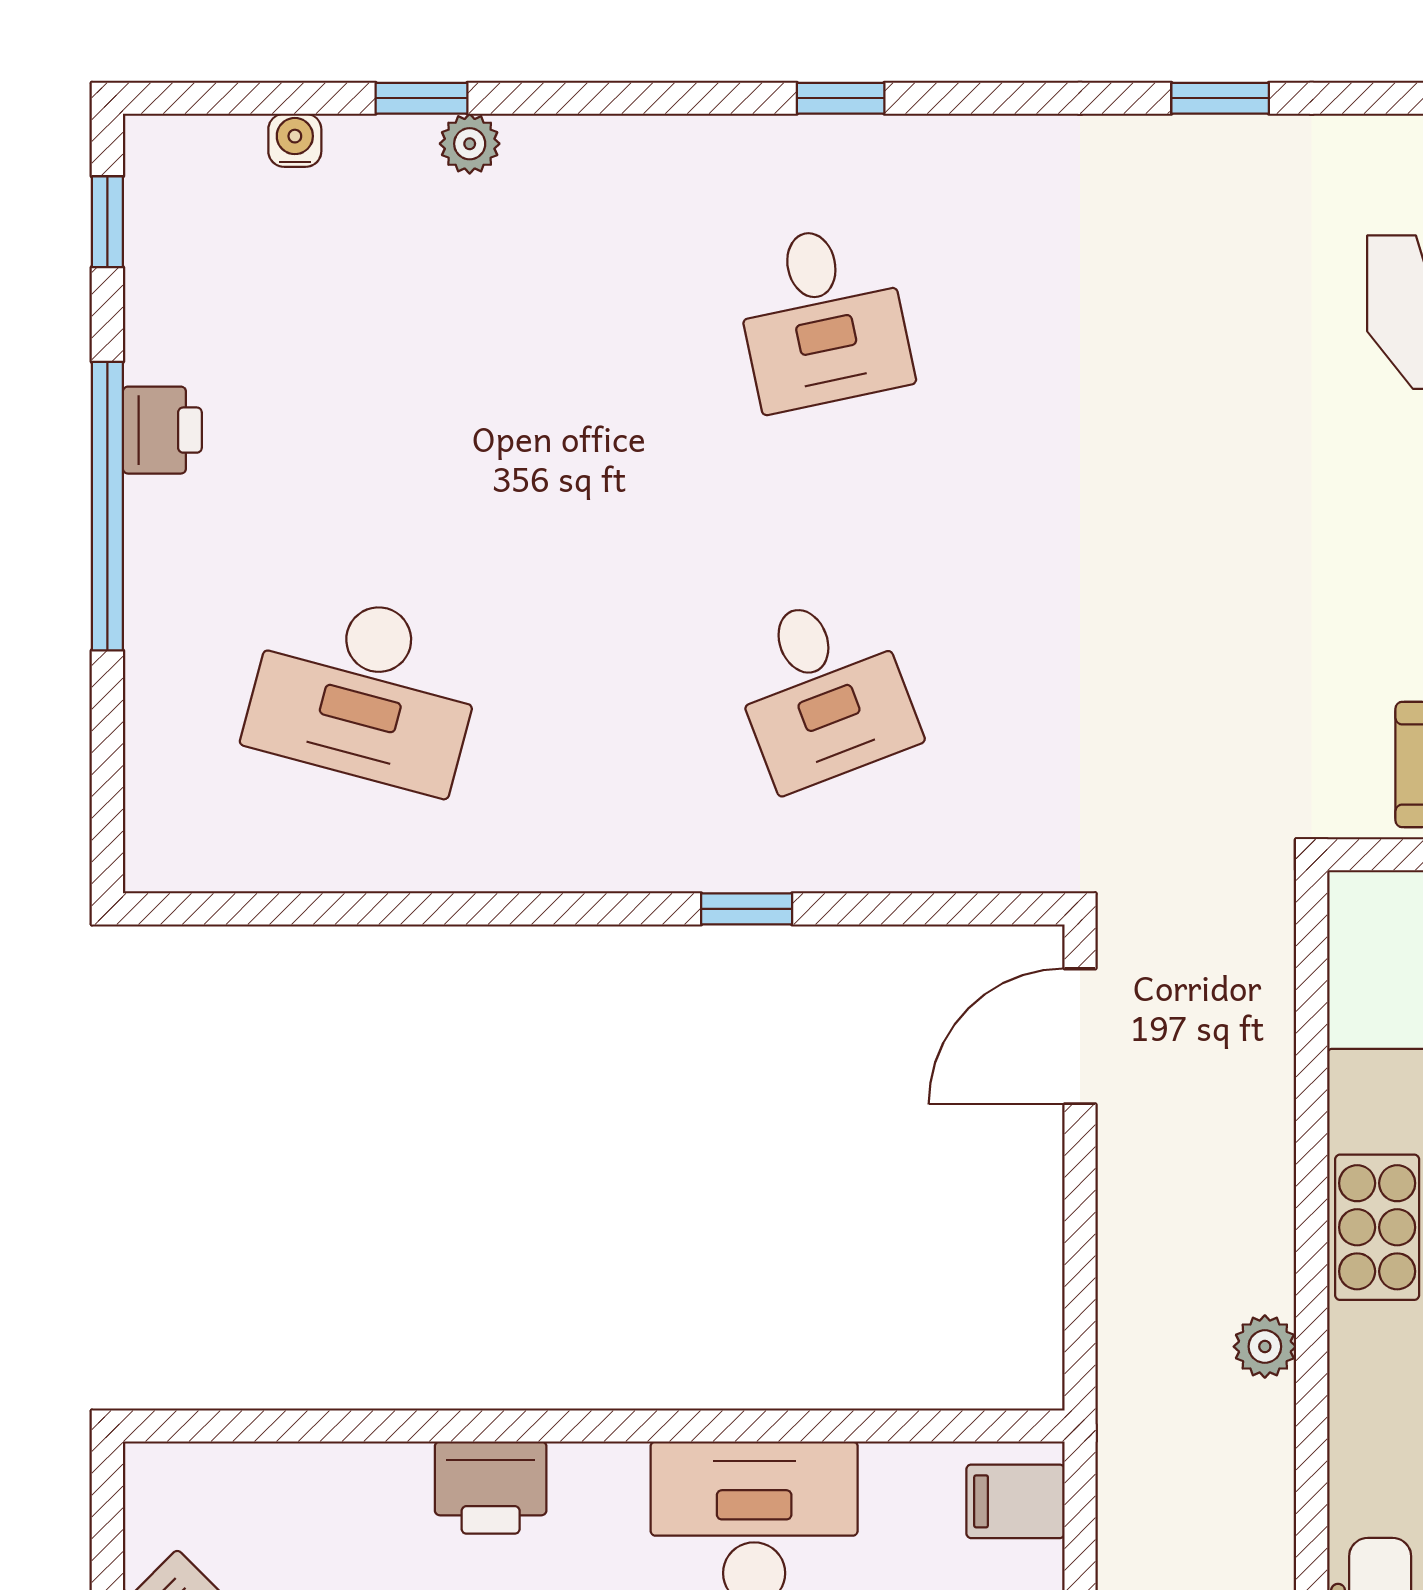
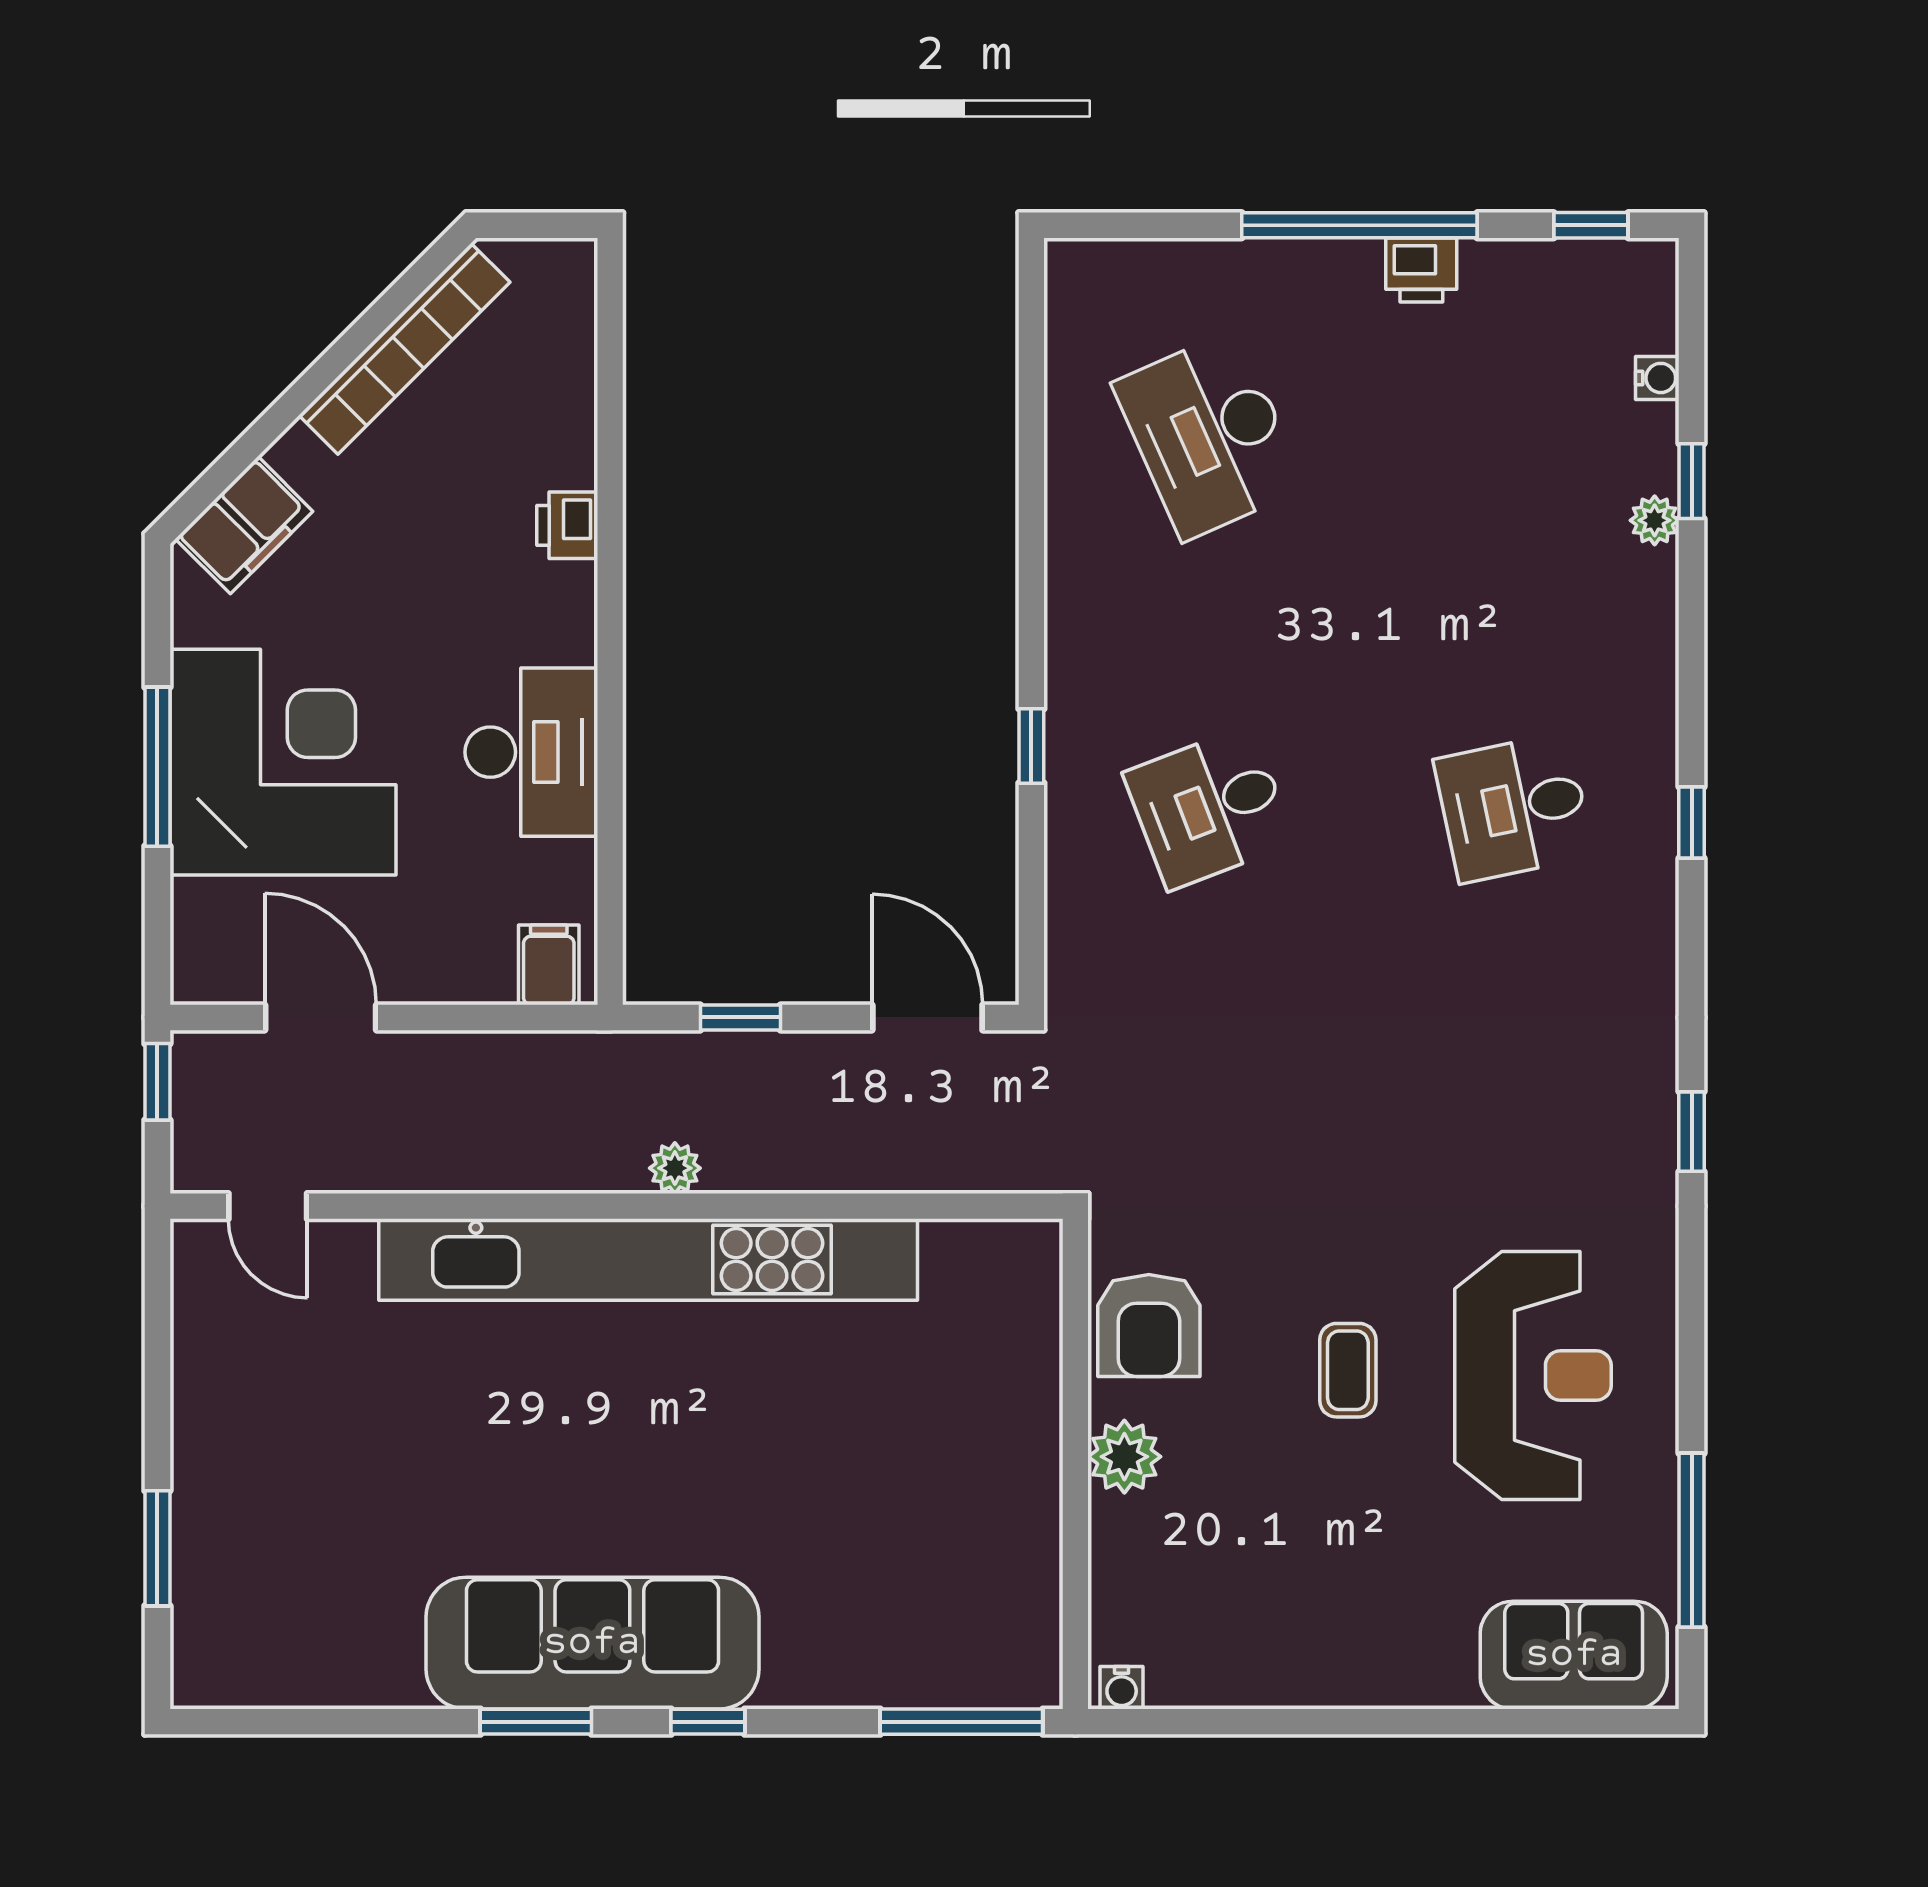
desk: (365, 690) -> (1209, 435), turned -39
window: (1080, 1266) -> (740, 1017), added
printer: (491, 1488) -> (567, 525), width x0.73, depth x0.81

